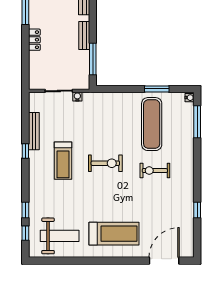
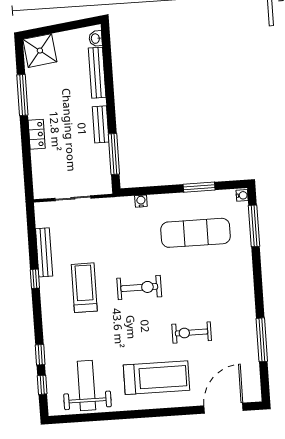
water cooler: (77, 97) -> (141, 201), moved
exercise mat: (152, 124) -> (196, 233), turned 90
treadmill: (63, 161) -> (84, 288), turned 180
exercise bike: (155, 171) -> (192, 332), moved
window: (197, 210) -> (262, 340), width x2.17
weight bench: (60, 236) -> (86, 385), turned -90

